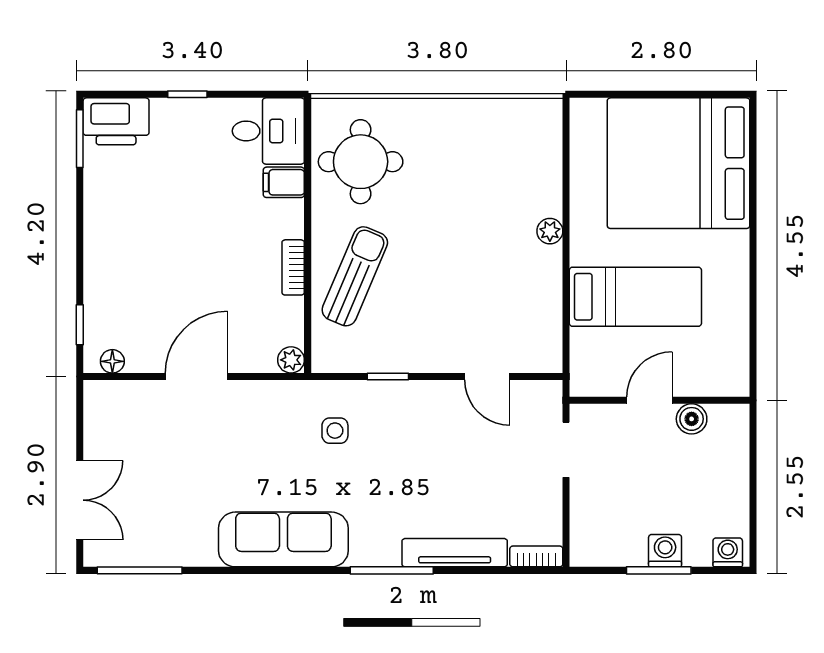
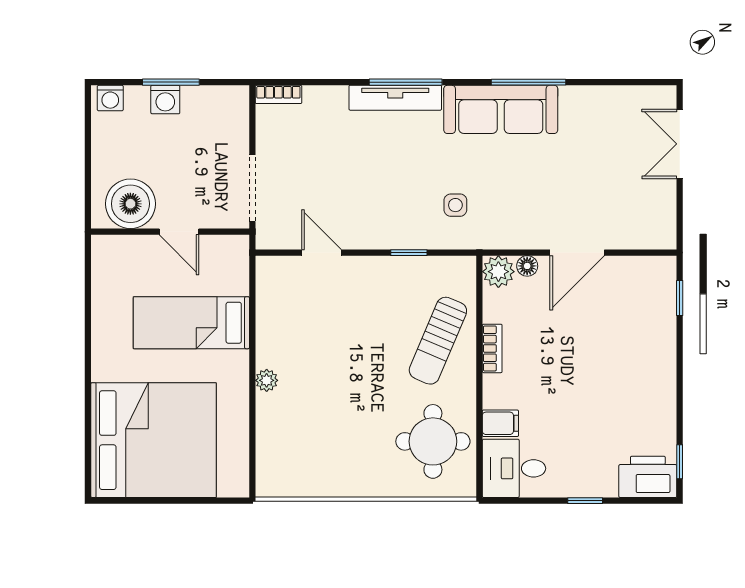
window: (80, 139) -> (680, 462), width x0.67
plant: (291, 360) -> (498, 272), width x1.38, depth x1.38
floor lamp: (112, 361) -> (527, 266), moved
door: (649, 400) -> (179, 232), hinge flipped
boiler: (692, 419) -> (130, 204), width x1.86, depth x1.86
doorway: (566, 450) -> (252, 188), width x1.38
tv unit: (455, 553) -> (395, 98), moved
window: (140, 570) -> (529, 82), moved

